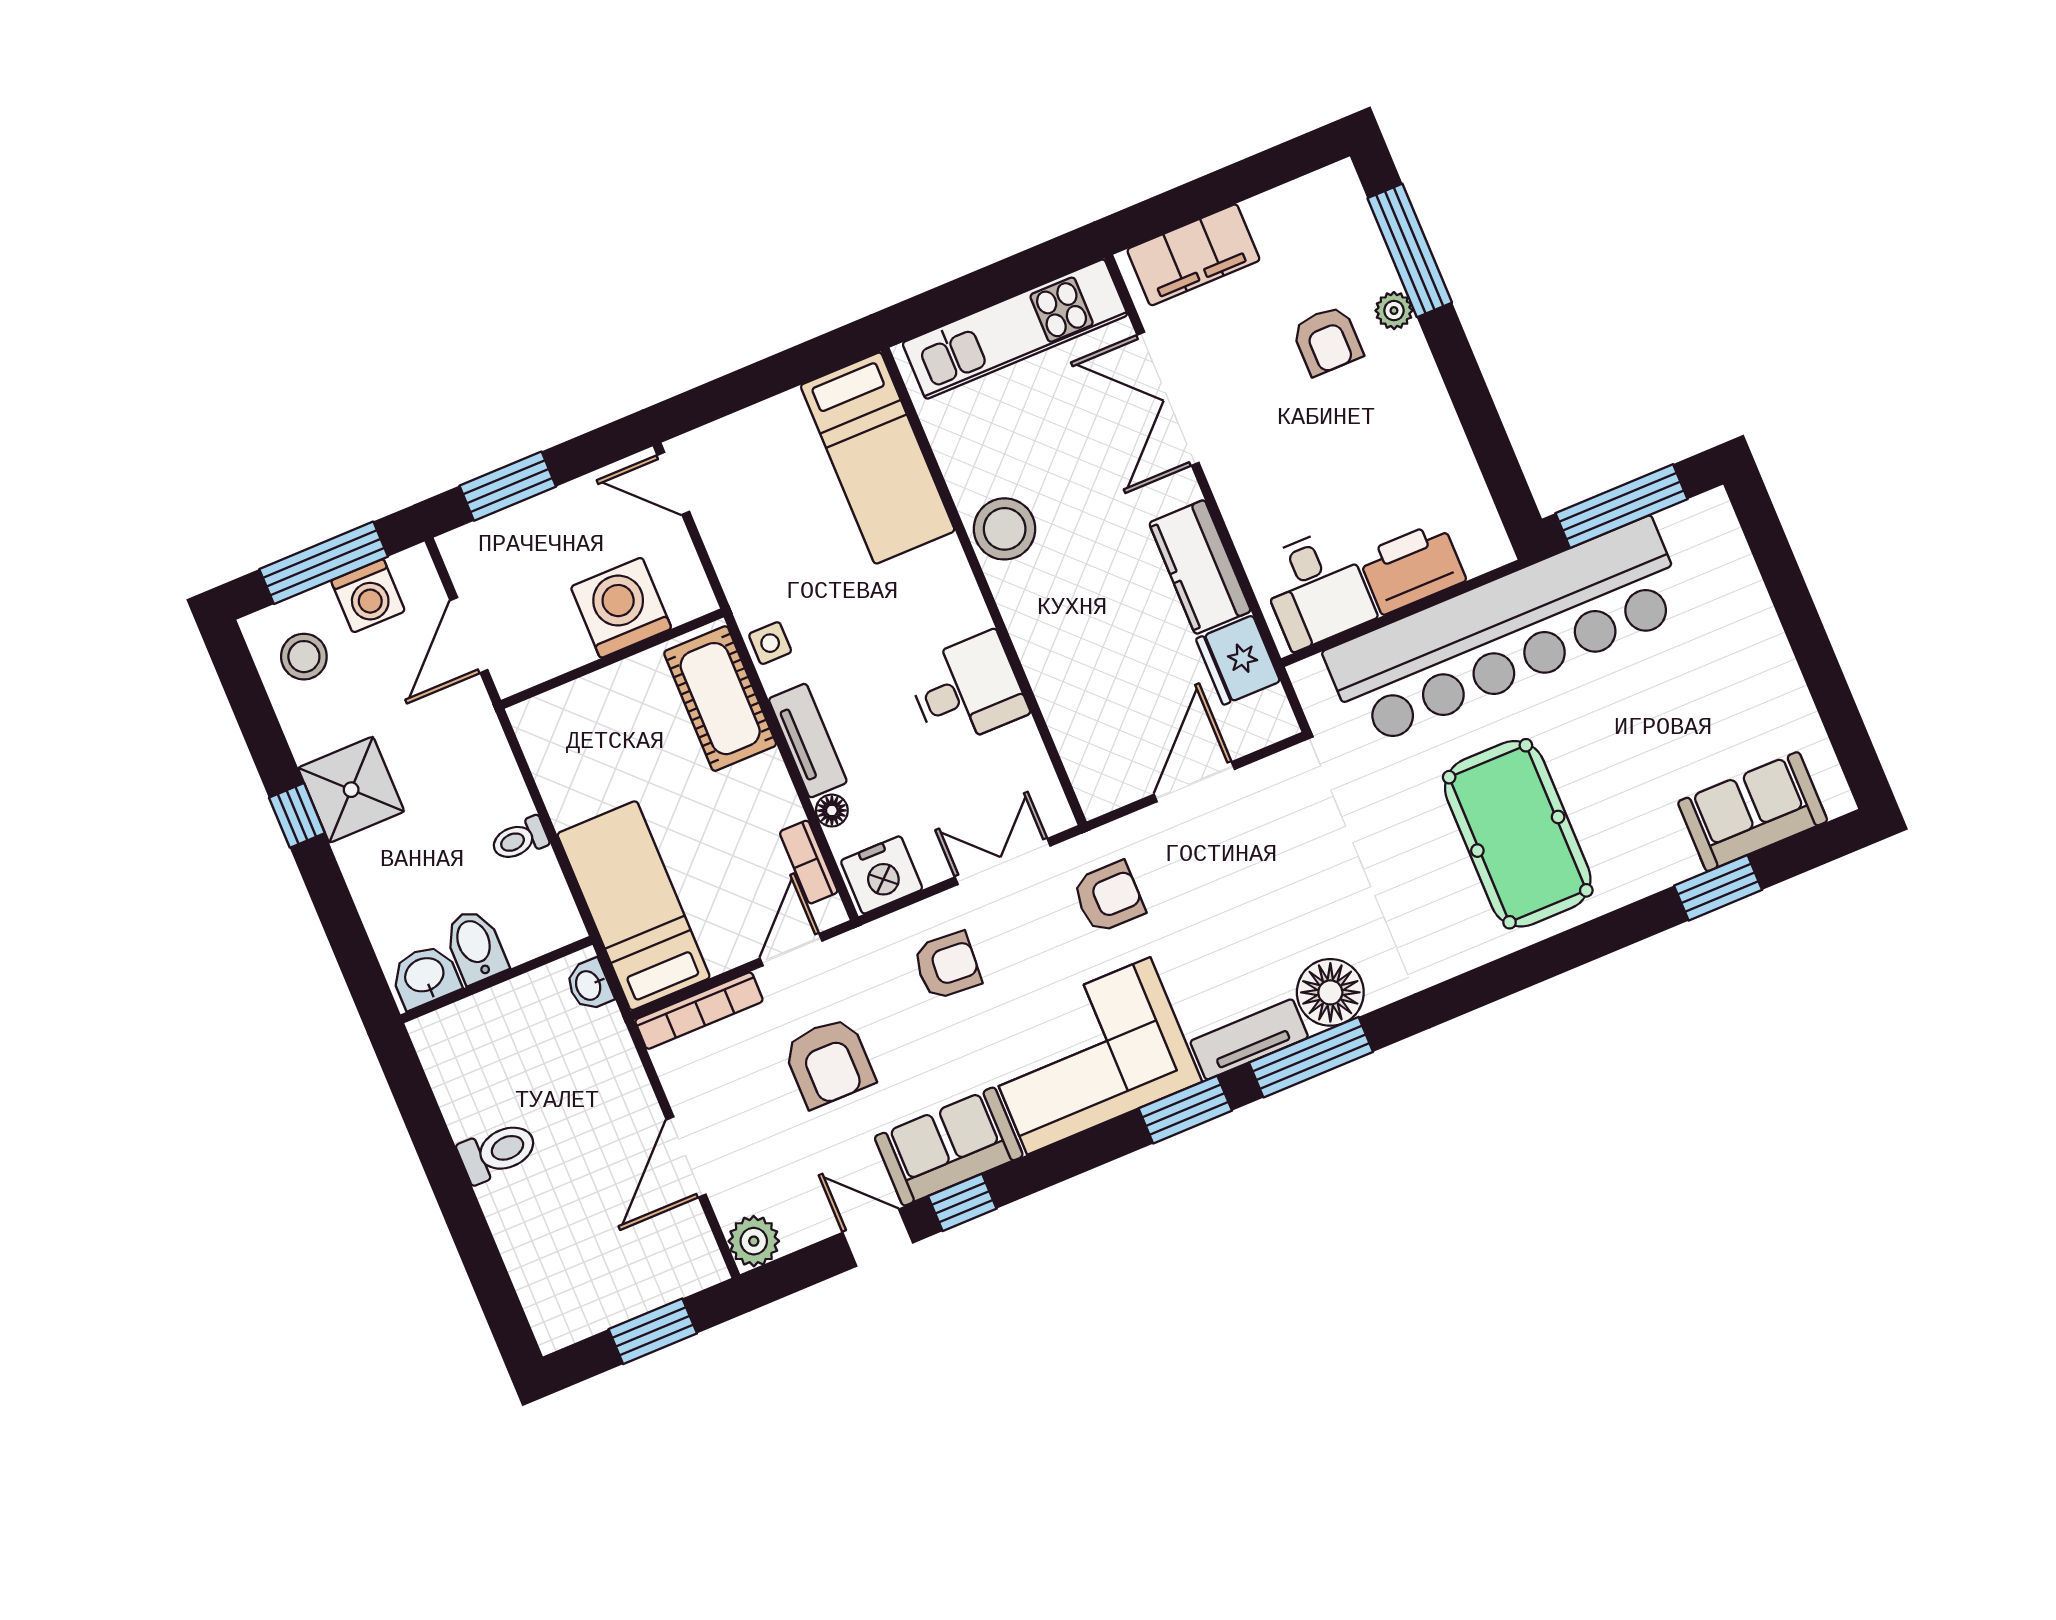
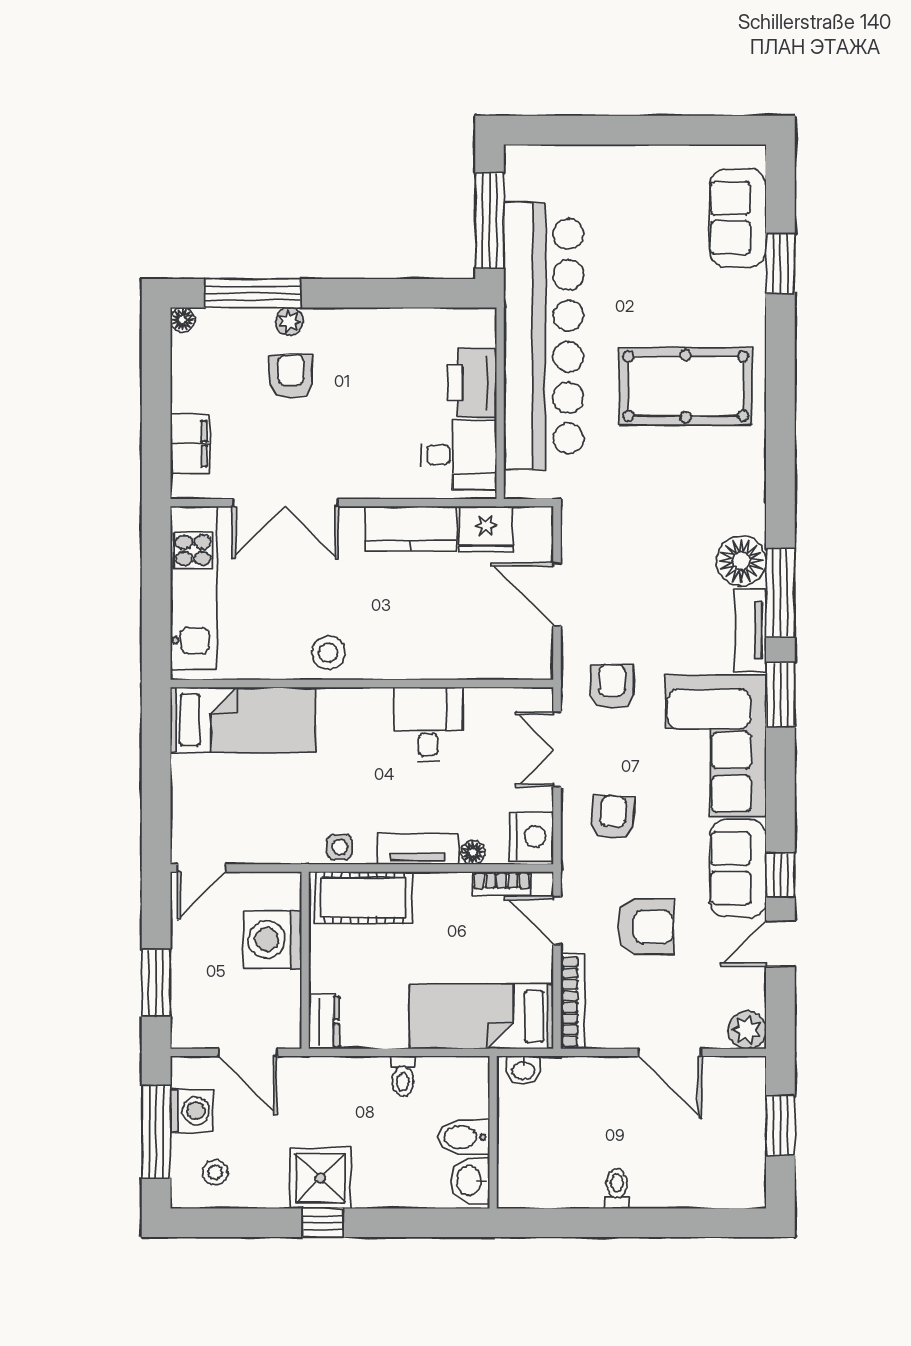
floor lamp: (1341, 178) -> (183, 320), added
filing cabinet: (1193, 255) -> (190, 444), width x0.67, depth x0.86
armchair: (1327, 340) -> (291, 376), turned -90
stool: (1005, 529) -> (328, 653), width x0.73, depth x0.73
stool: (304, 657) -> (215, 1172), width x0.73, depth x0.73
dresser: (546, 714) -> (324, 1022), added
toilet: (498, 1152) -> (617, 1188), width x0.73, depth x0.72

